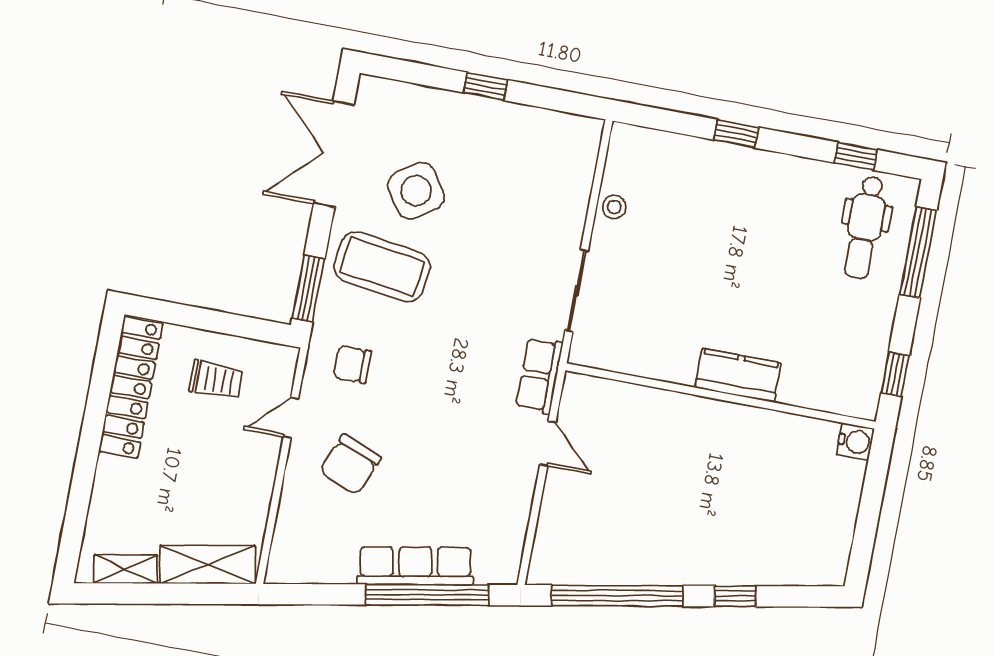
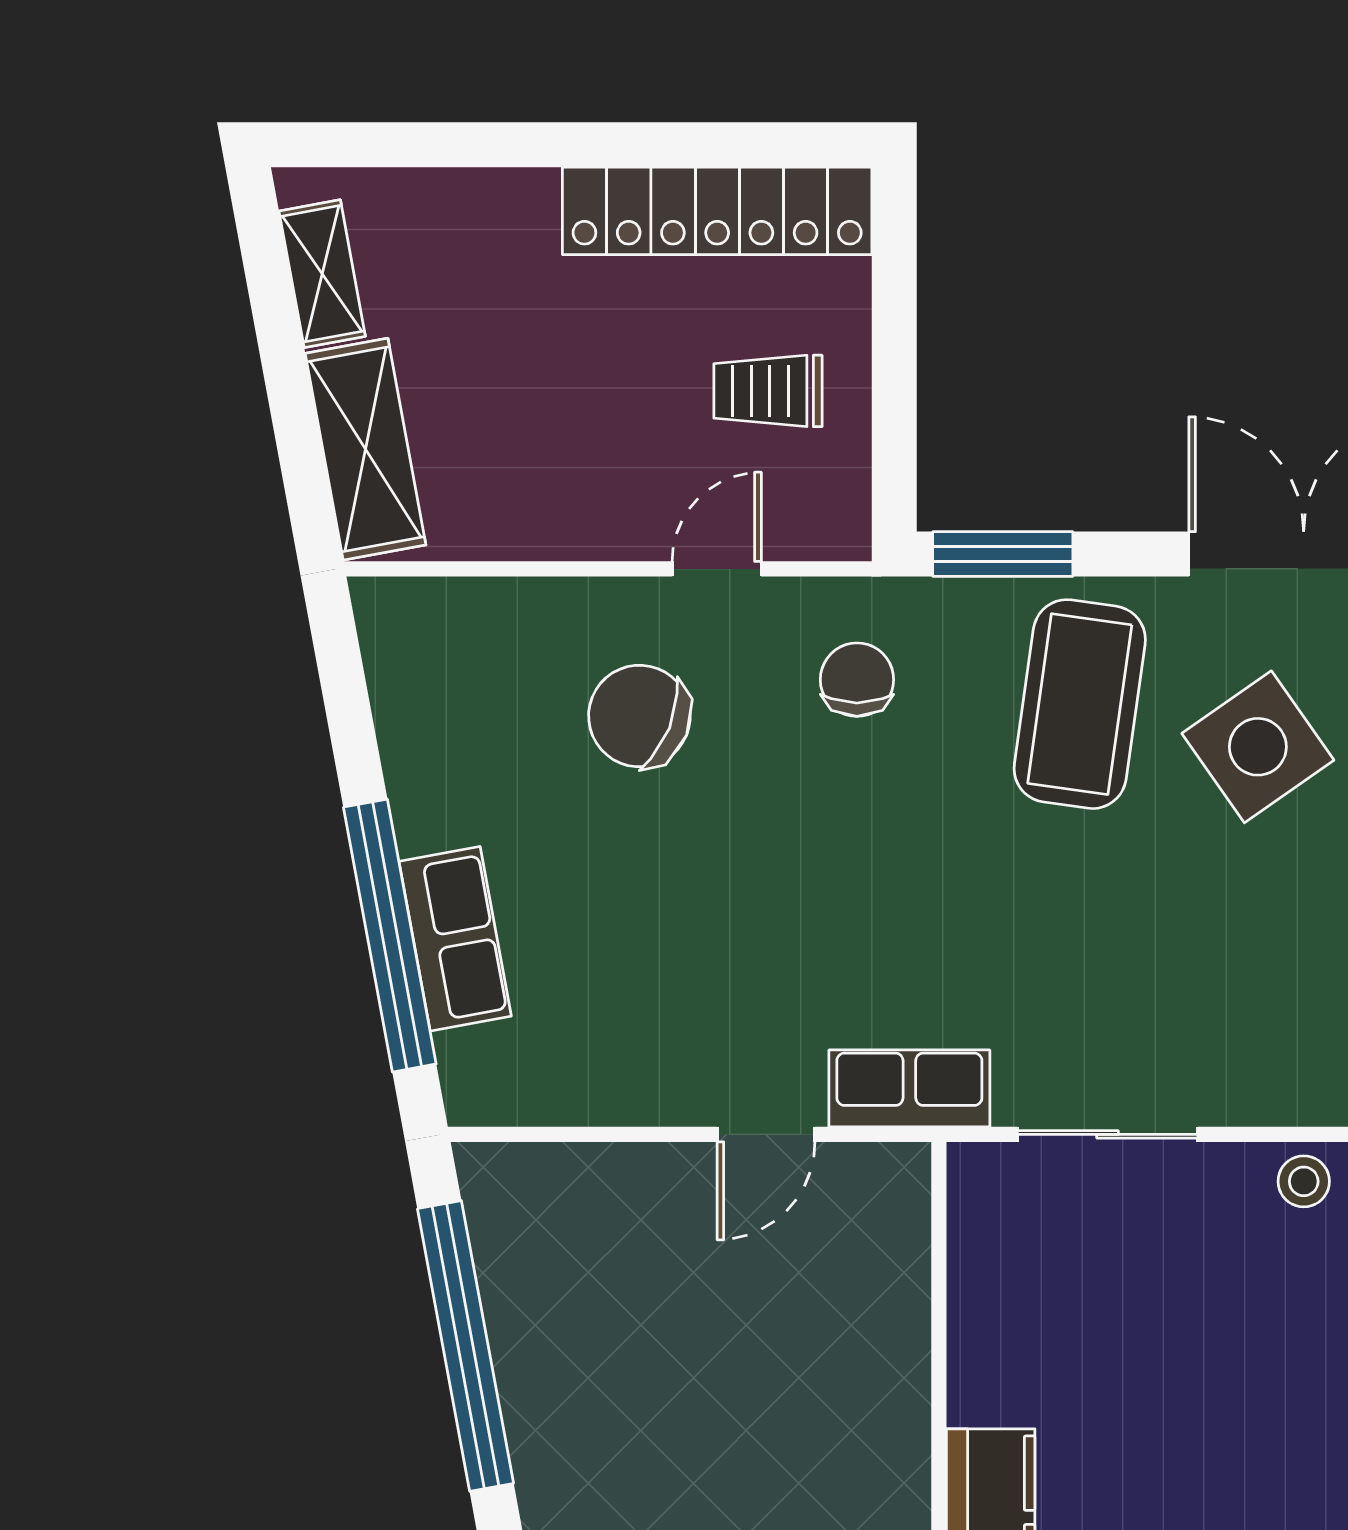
trolley: (216, 380) -> (768, 391), turned 90
door: (291, 418) -> (717, 569), hinge flipped
row of seats: (415, 566) -> (455, 939), width x0.68

